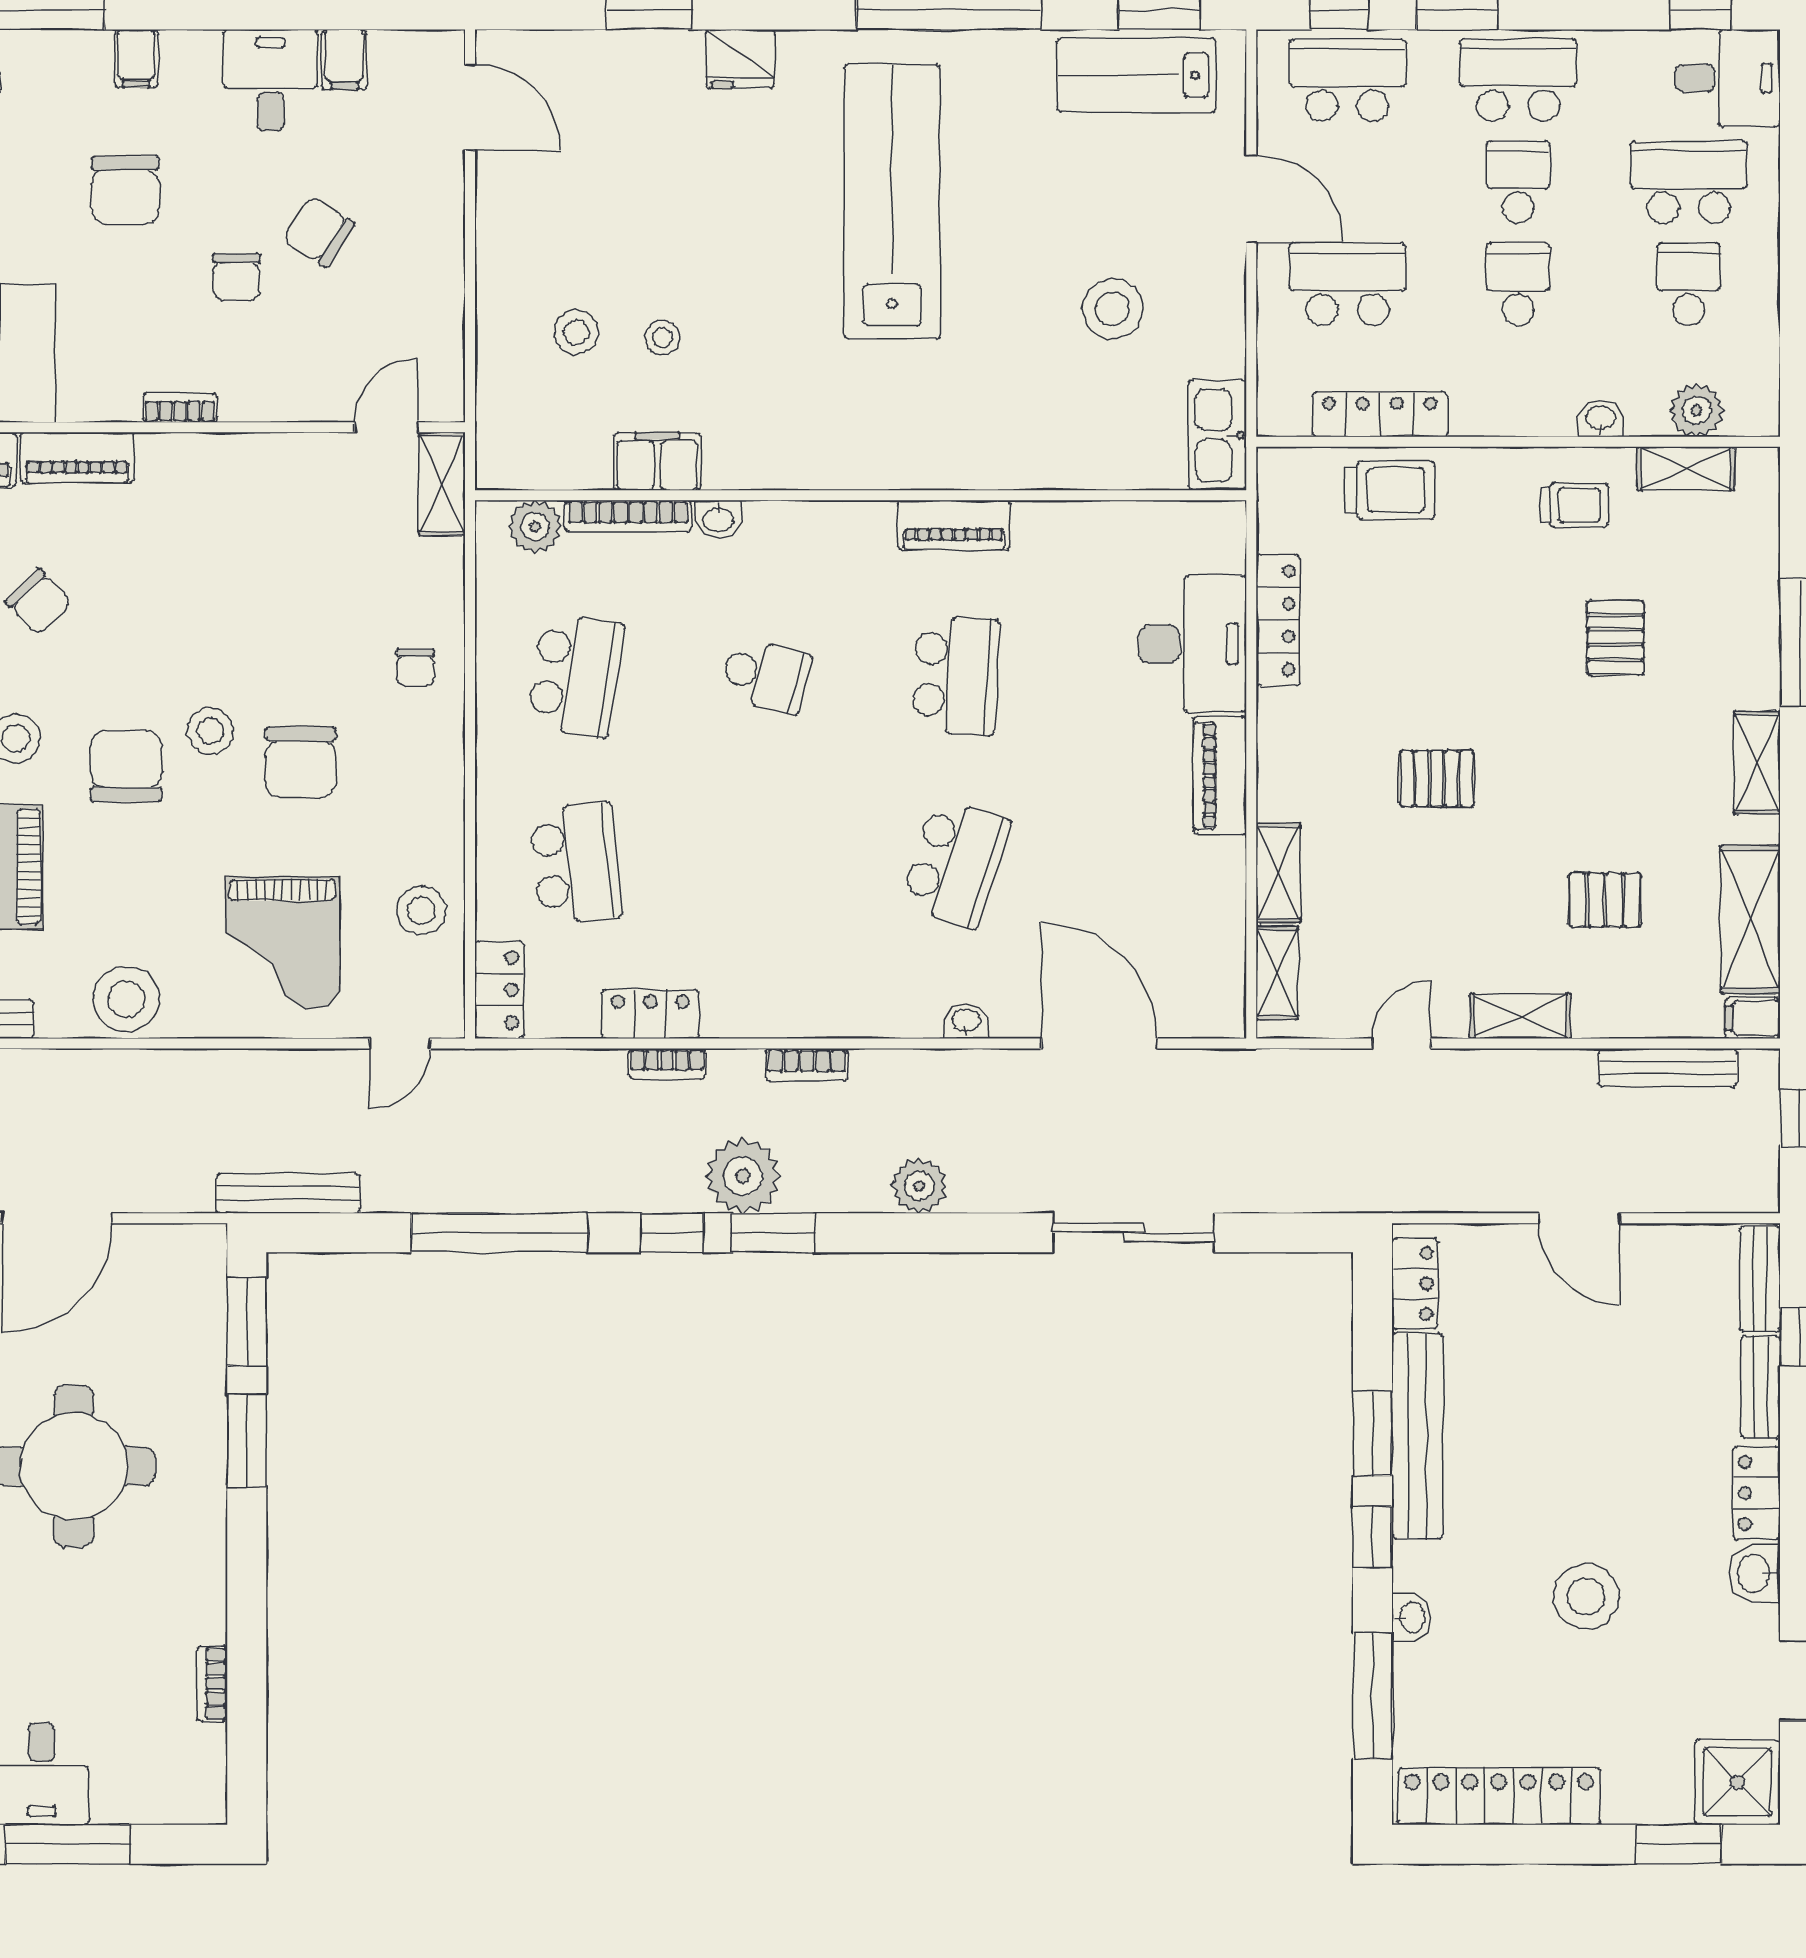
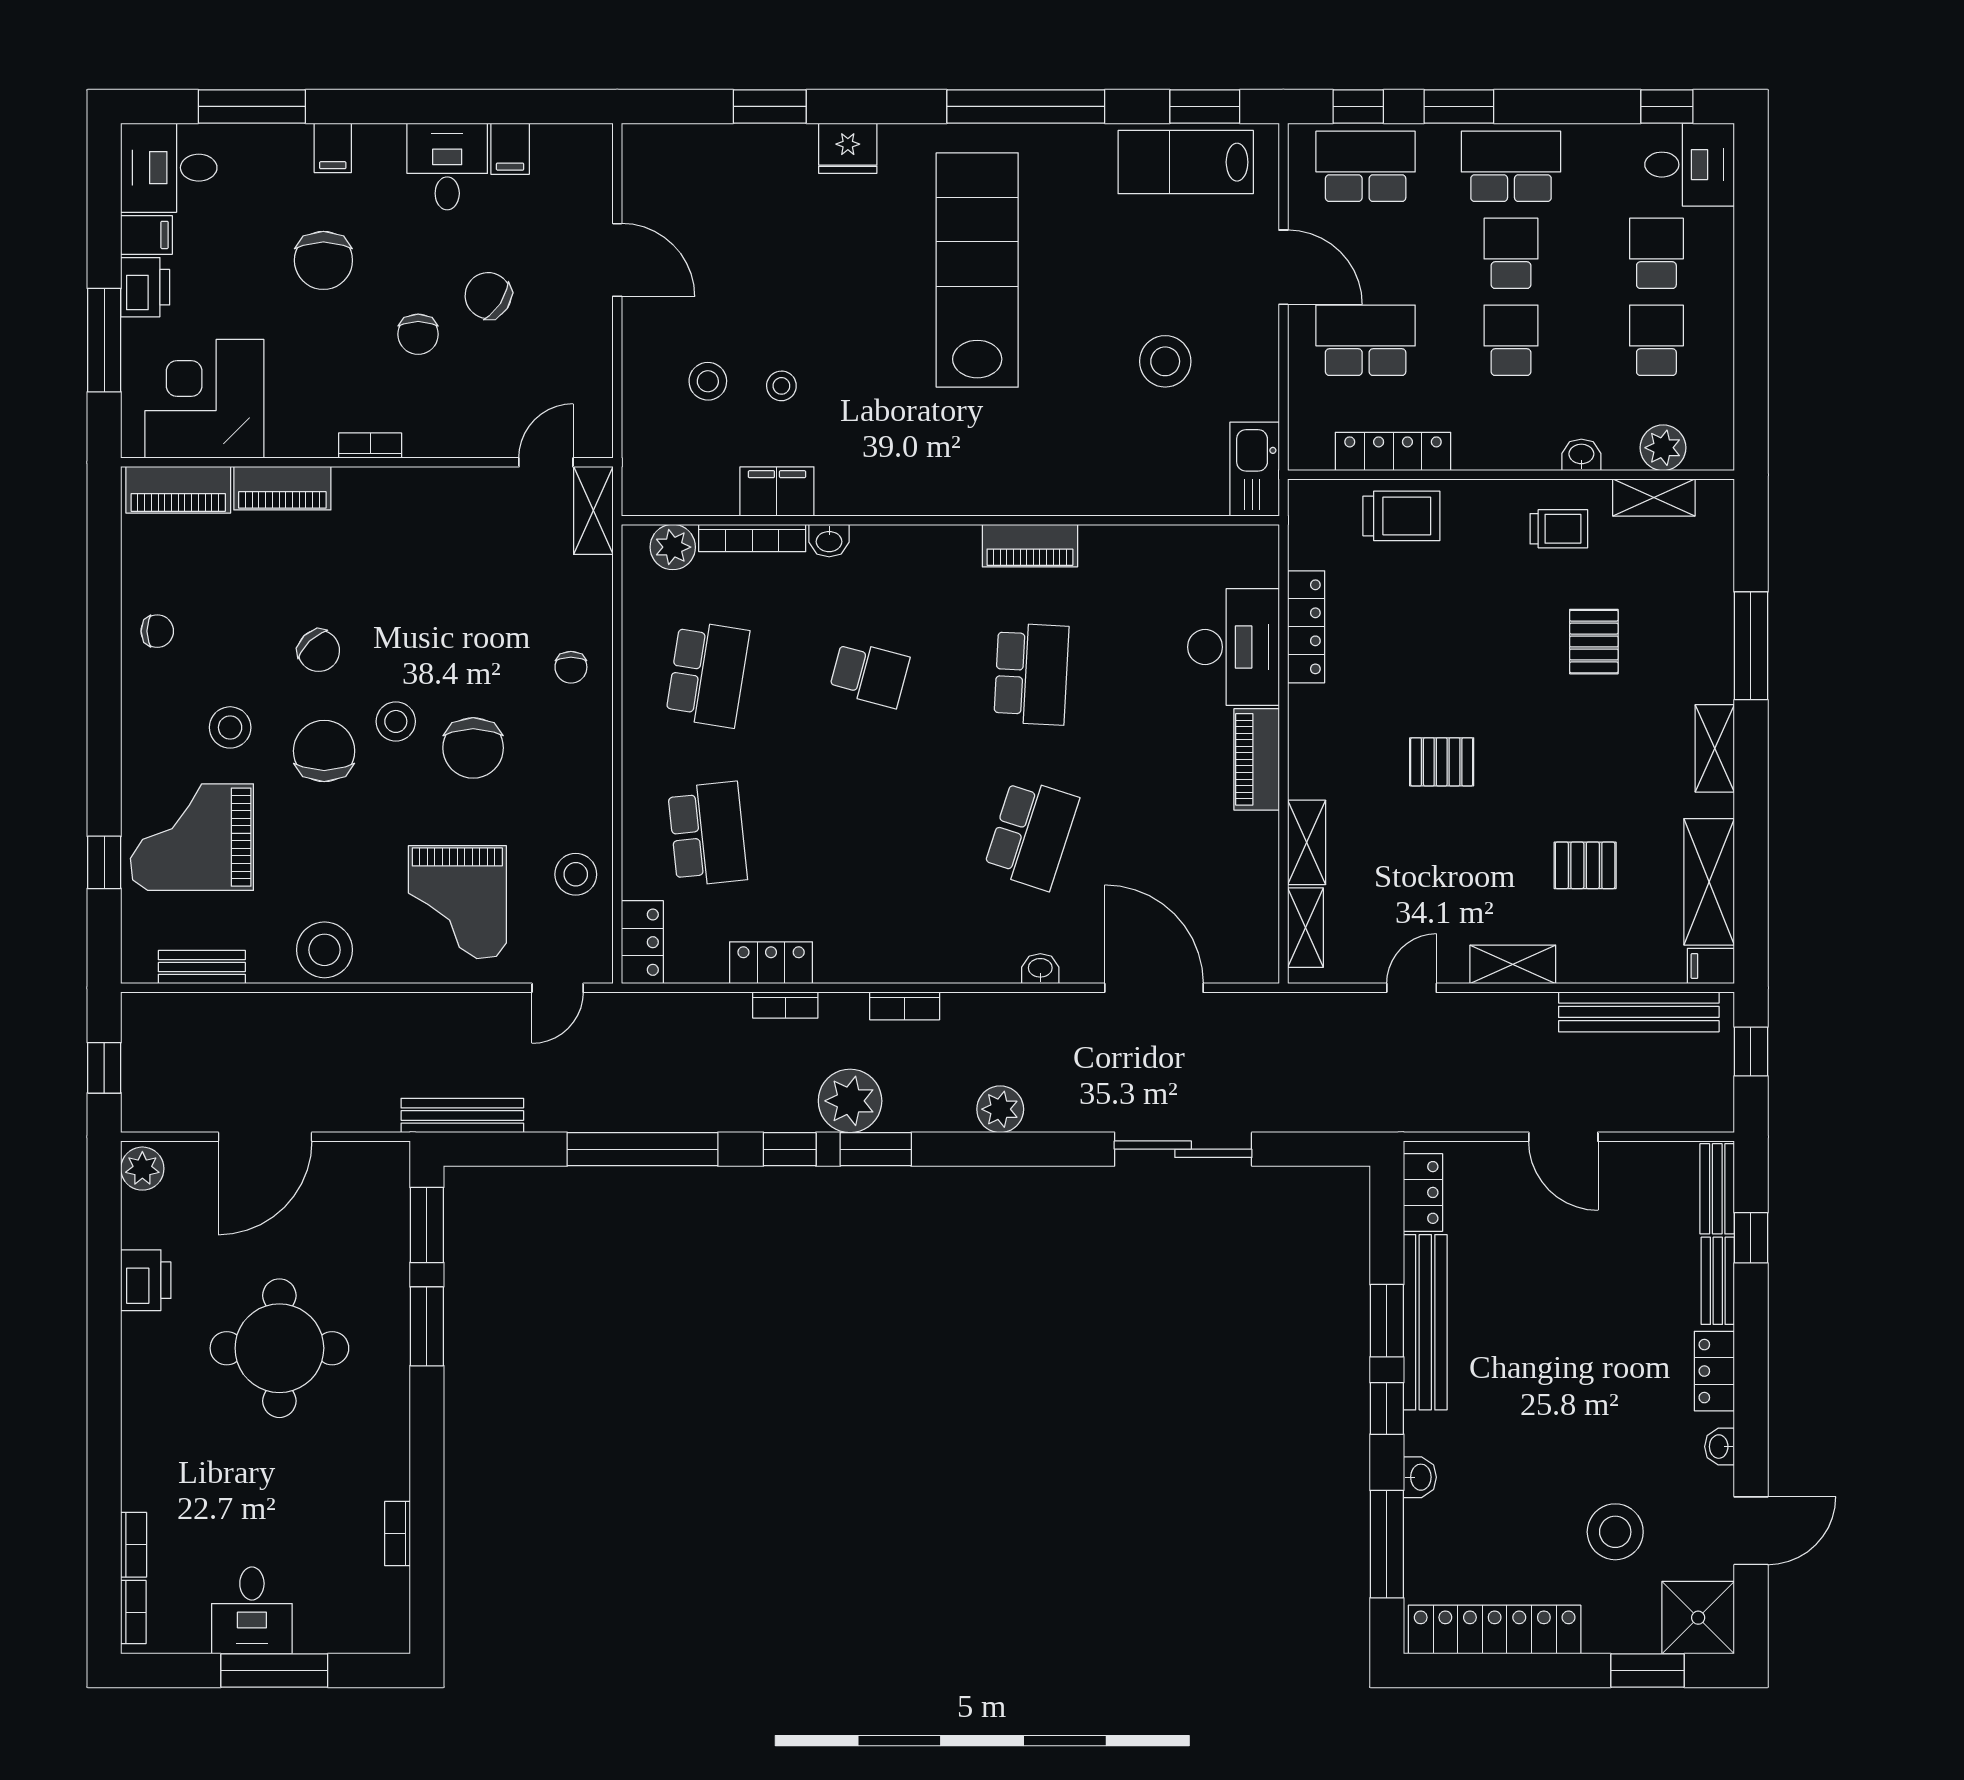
door: (470, 107) -> (617, 260), moved
school desk: (1689, 182) -> (1656, 253), width x0.54
chair: (39, 602) -> (319, 651), moved
bench: (1668, 1068) -> (1639, 1012), width x1.37, depth x1.21
washbasin: (1755, 1573) -> (1720, 1447), width x0.72, depth x0.69
stool: (1586, 1597) -> (1615, 1532), moved

